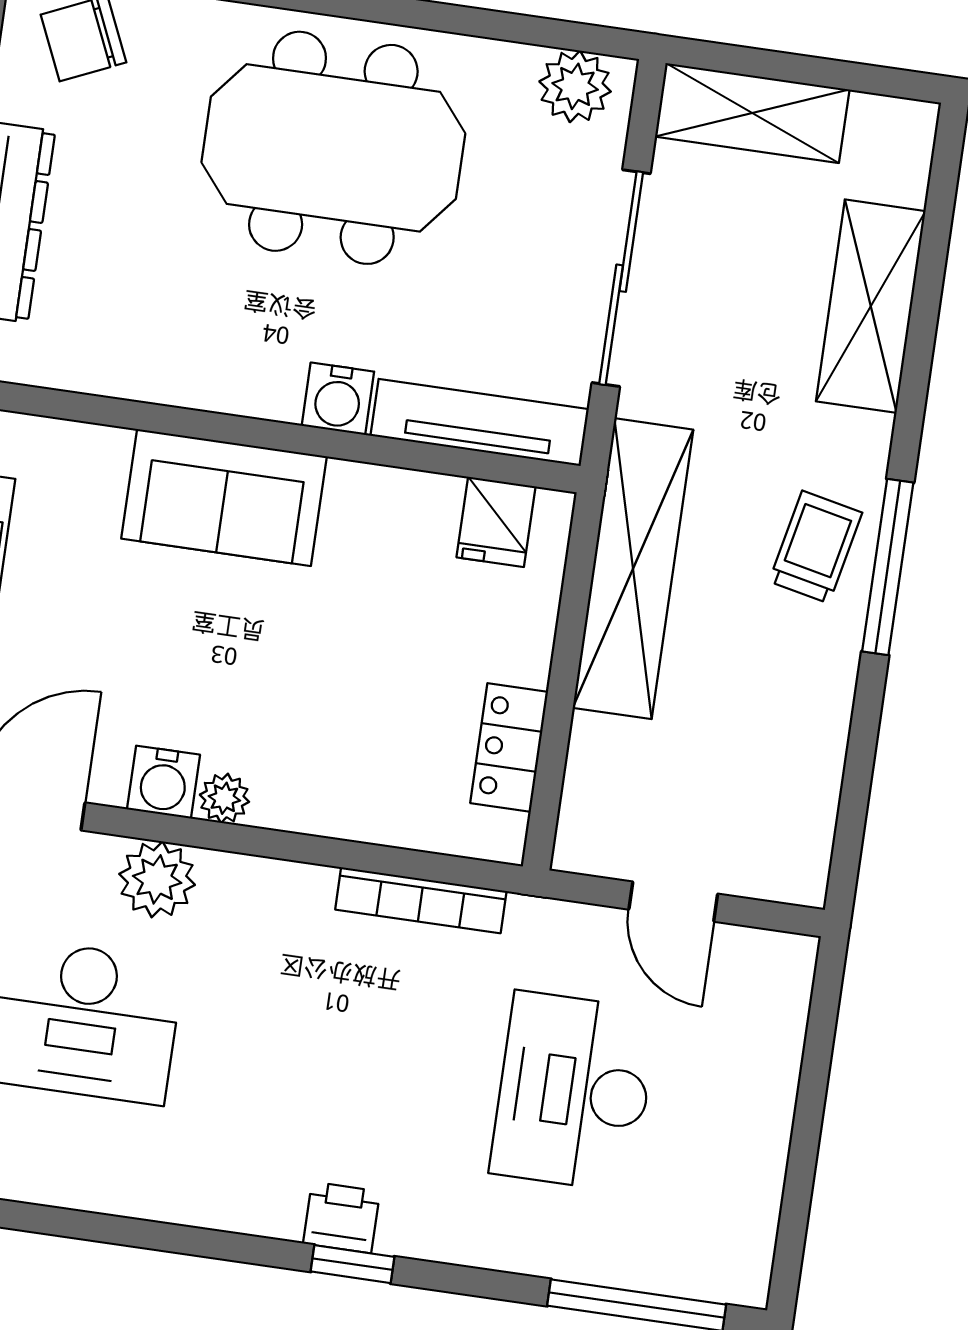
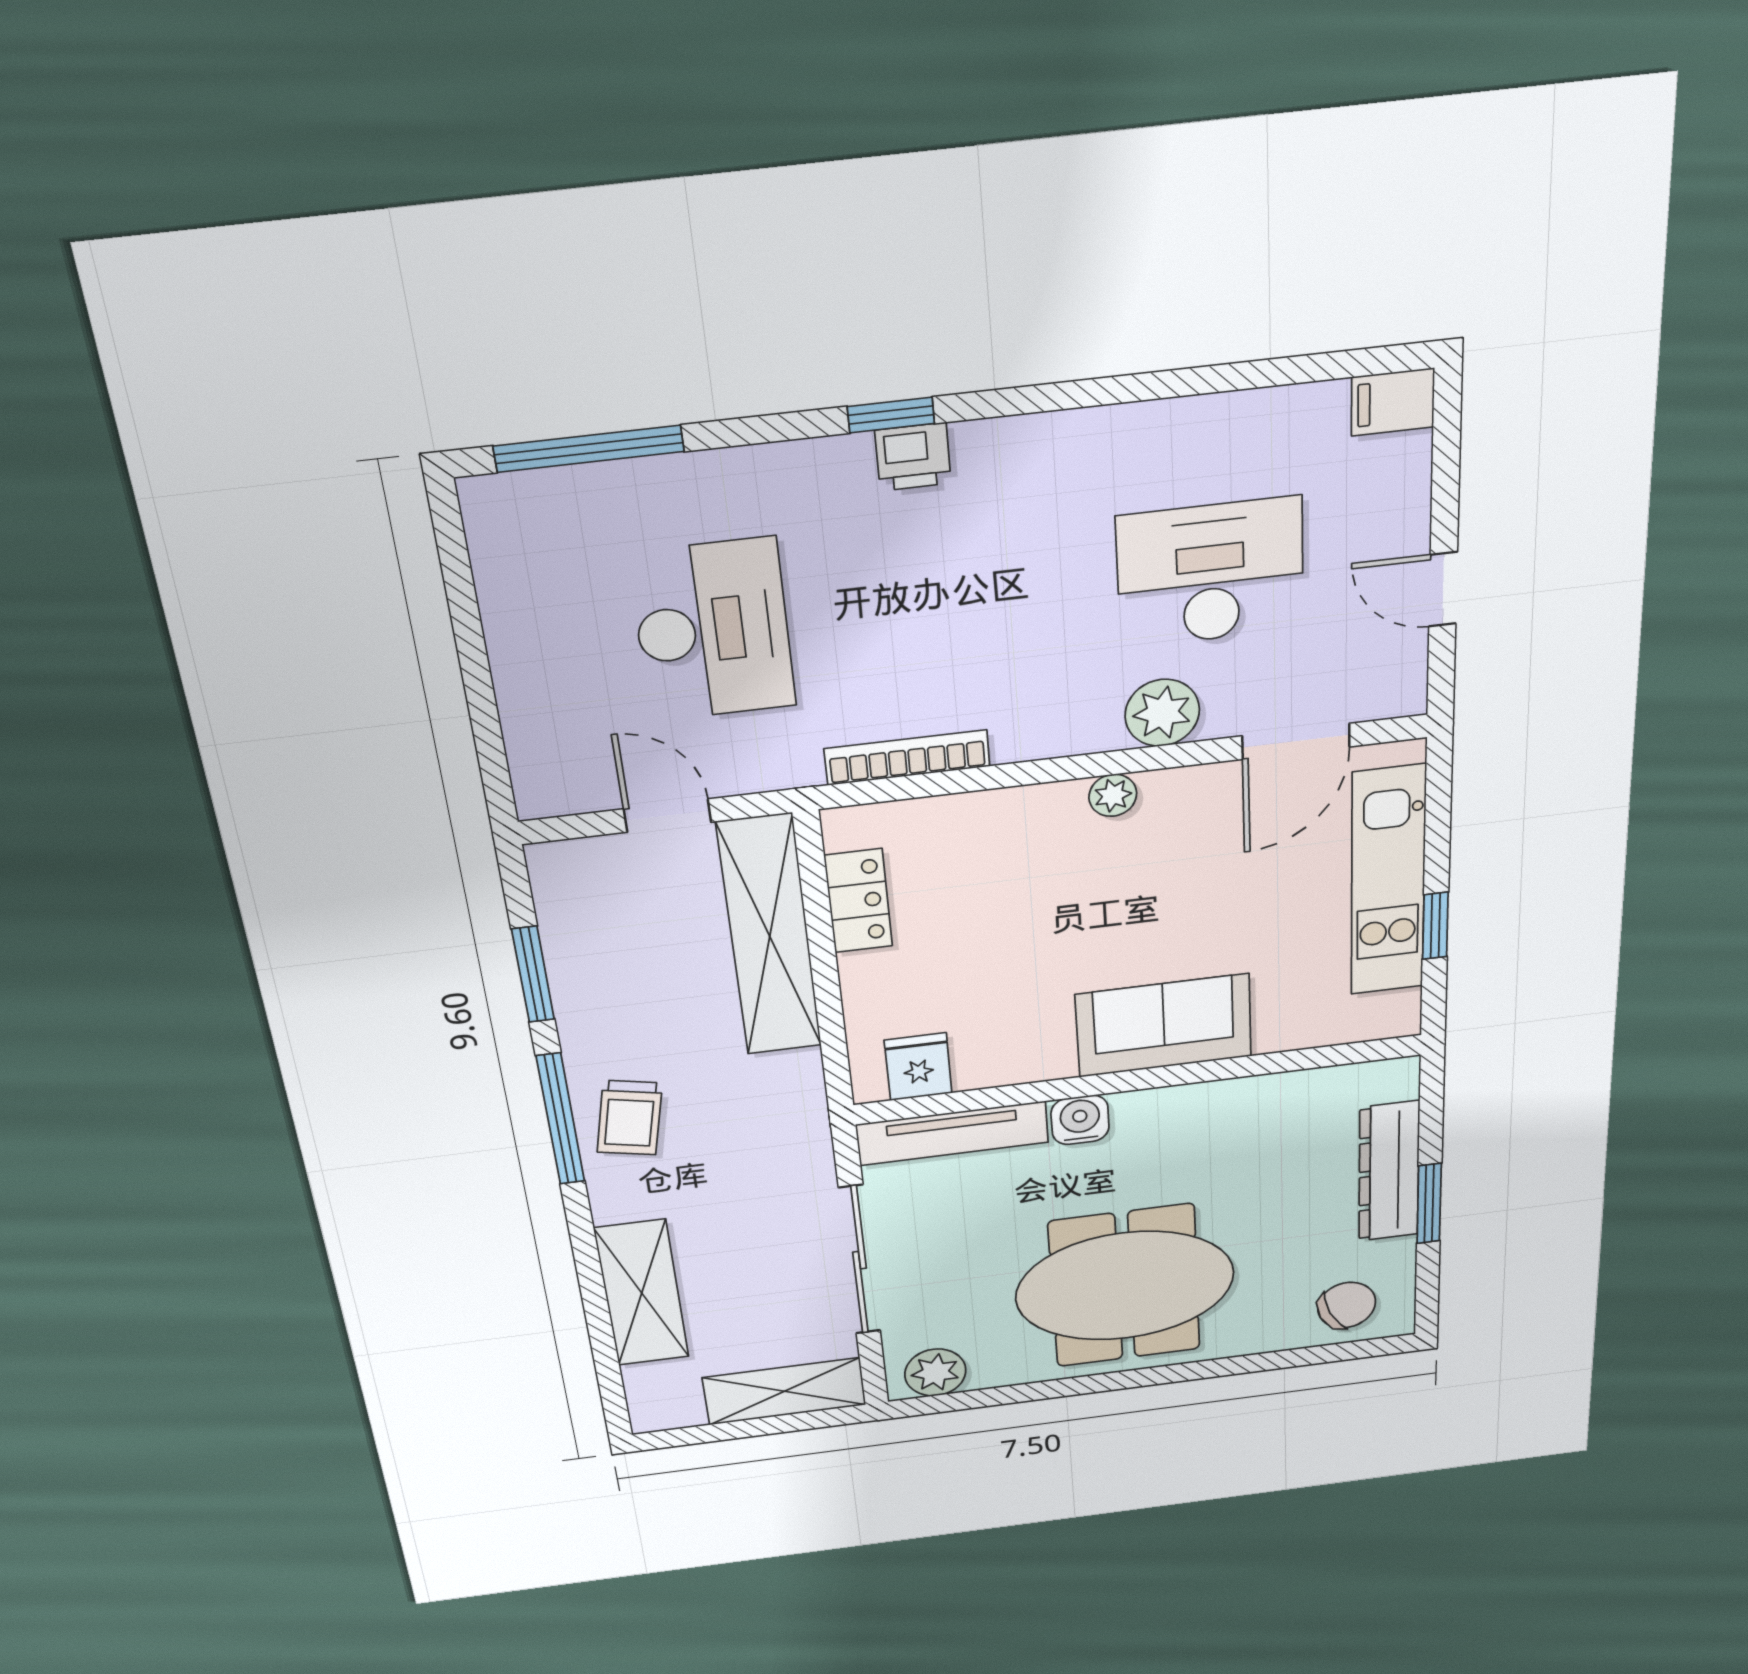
shelving: (633, 569) -> (770, 936), moved
window: (861, 755) -> (533, 974), added
water cooler: (164, 782) -> (1173, 794), removed

